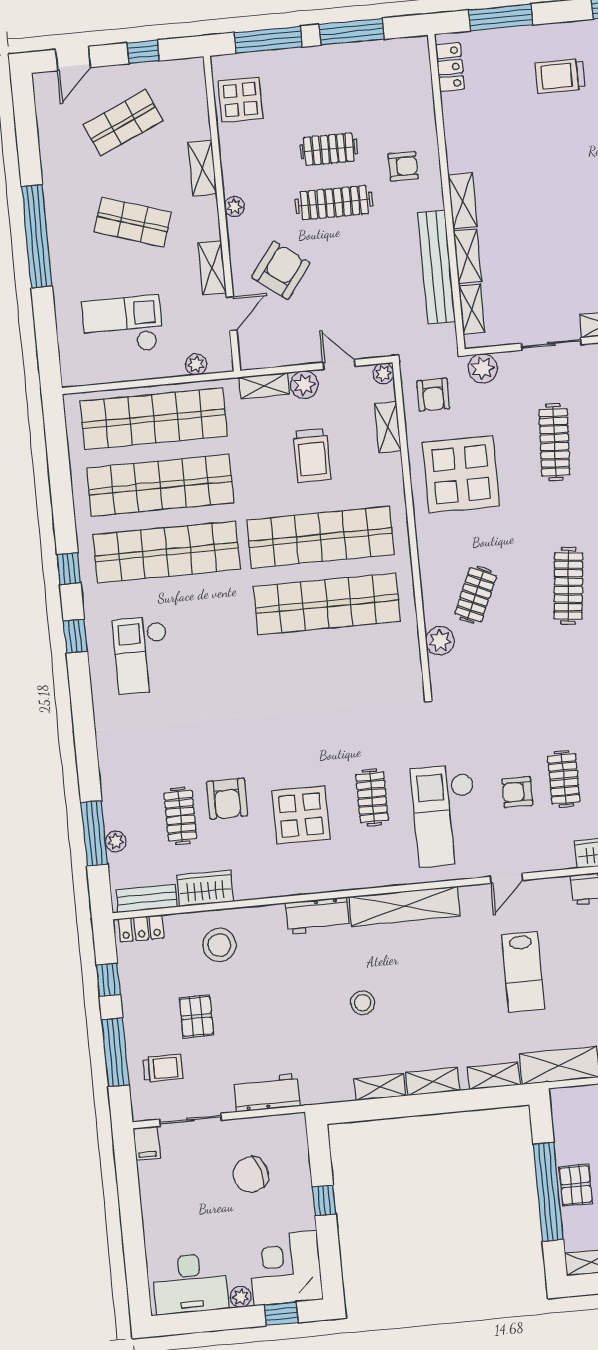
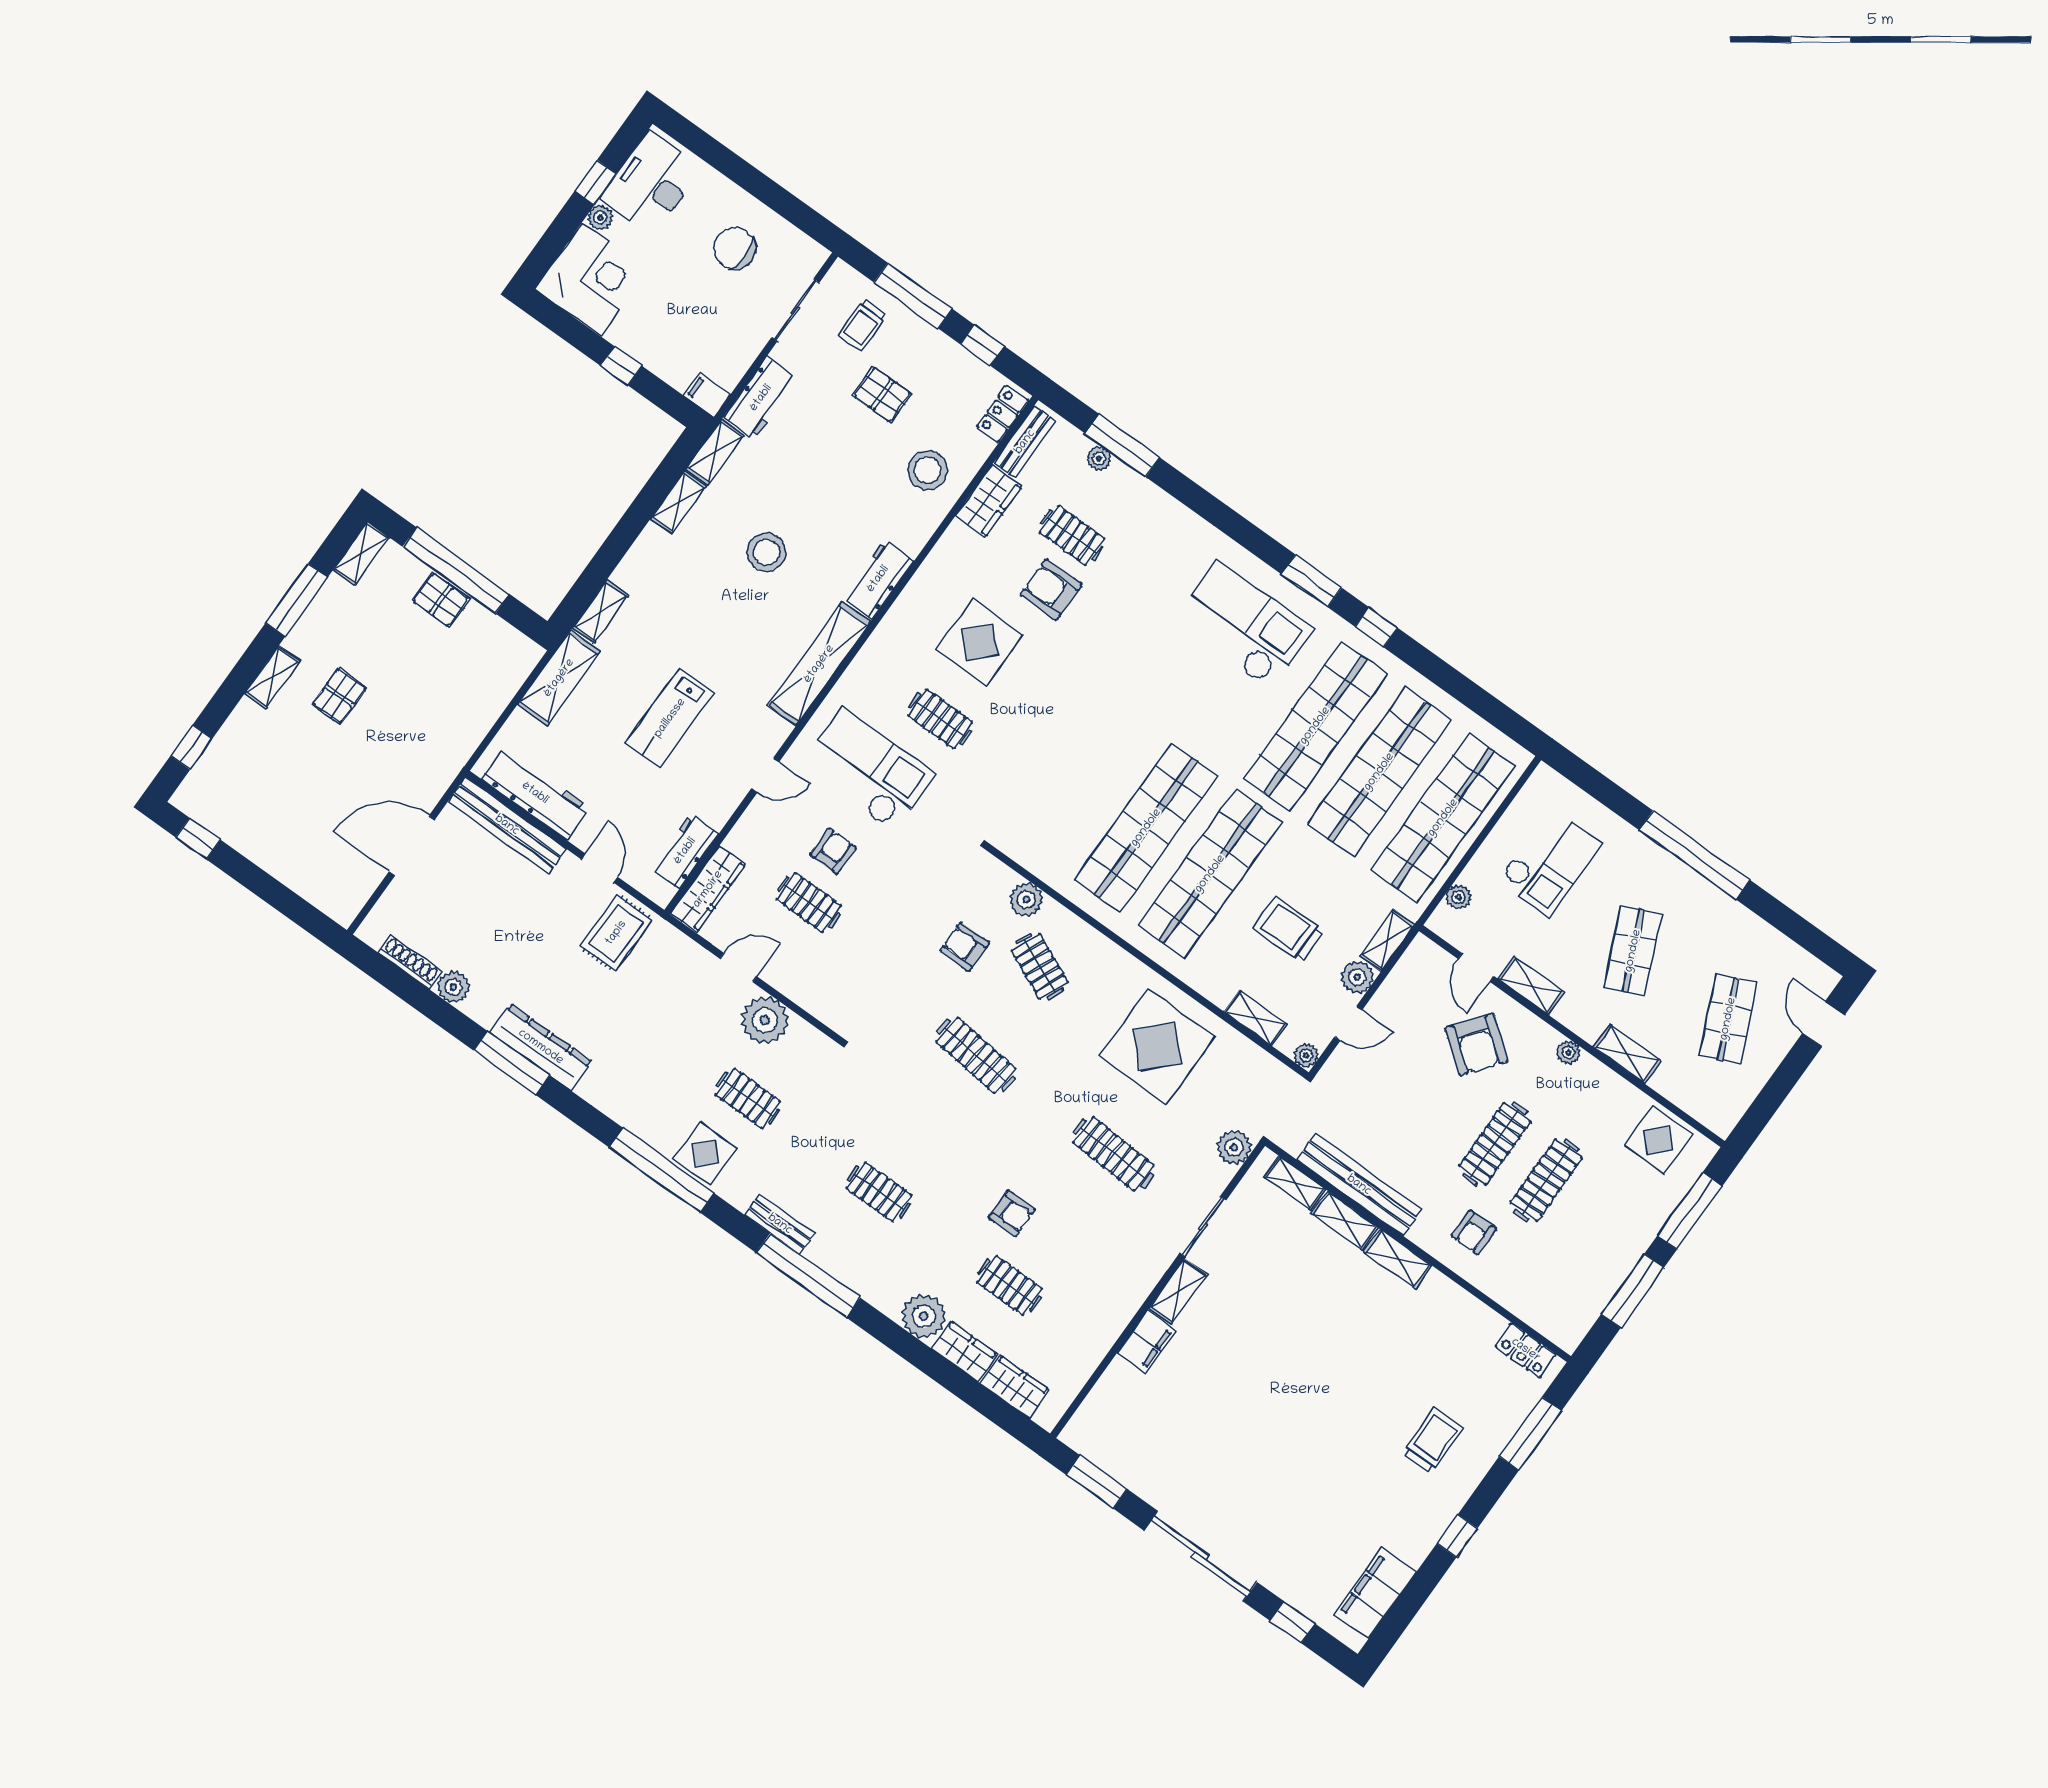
window: (143, 52) -> (1775, 1091), removed
clothes rail: (329, 149) -> (1546, 1180), width x1.36
shop shelf: (133, 222) -> (1633, 951), turned -42
armchair: (433, 395) -> (965, 947), moved
window: (75, 636) -> (1312, 581), width x1.50
checkout: (142, 655) -> (1244, 625), width x1.36, depth x1.21
door: (506, 878) -> (765, 775), swing flipped
lab bench: (523, 972) -> (670, 718), turned -90
stool: (363, 1003) -> (766, 552), width x1.38, depth x1.38
shelving: (433, 1082) -> (715, 452), moved
filing cabinet: (147, 1143) -> (707, 395), moved
chair: (251, 1174) -> (735, 248), moved, turned -74
window: (281, 1314) -> (596, 182), moved

